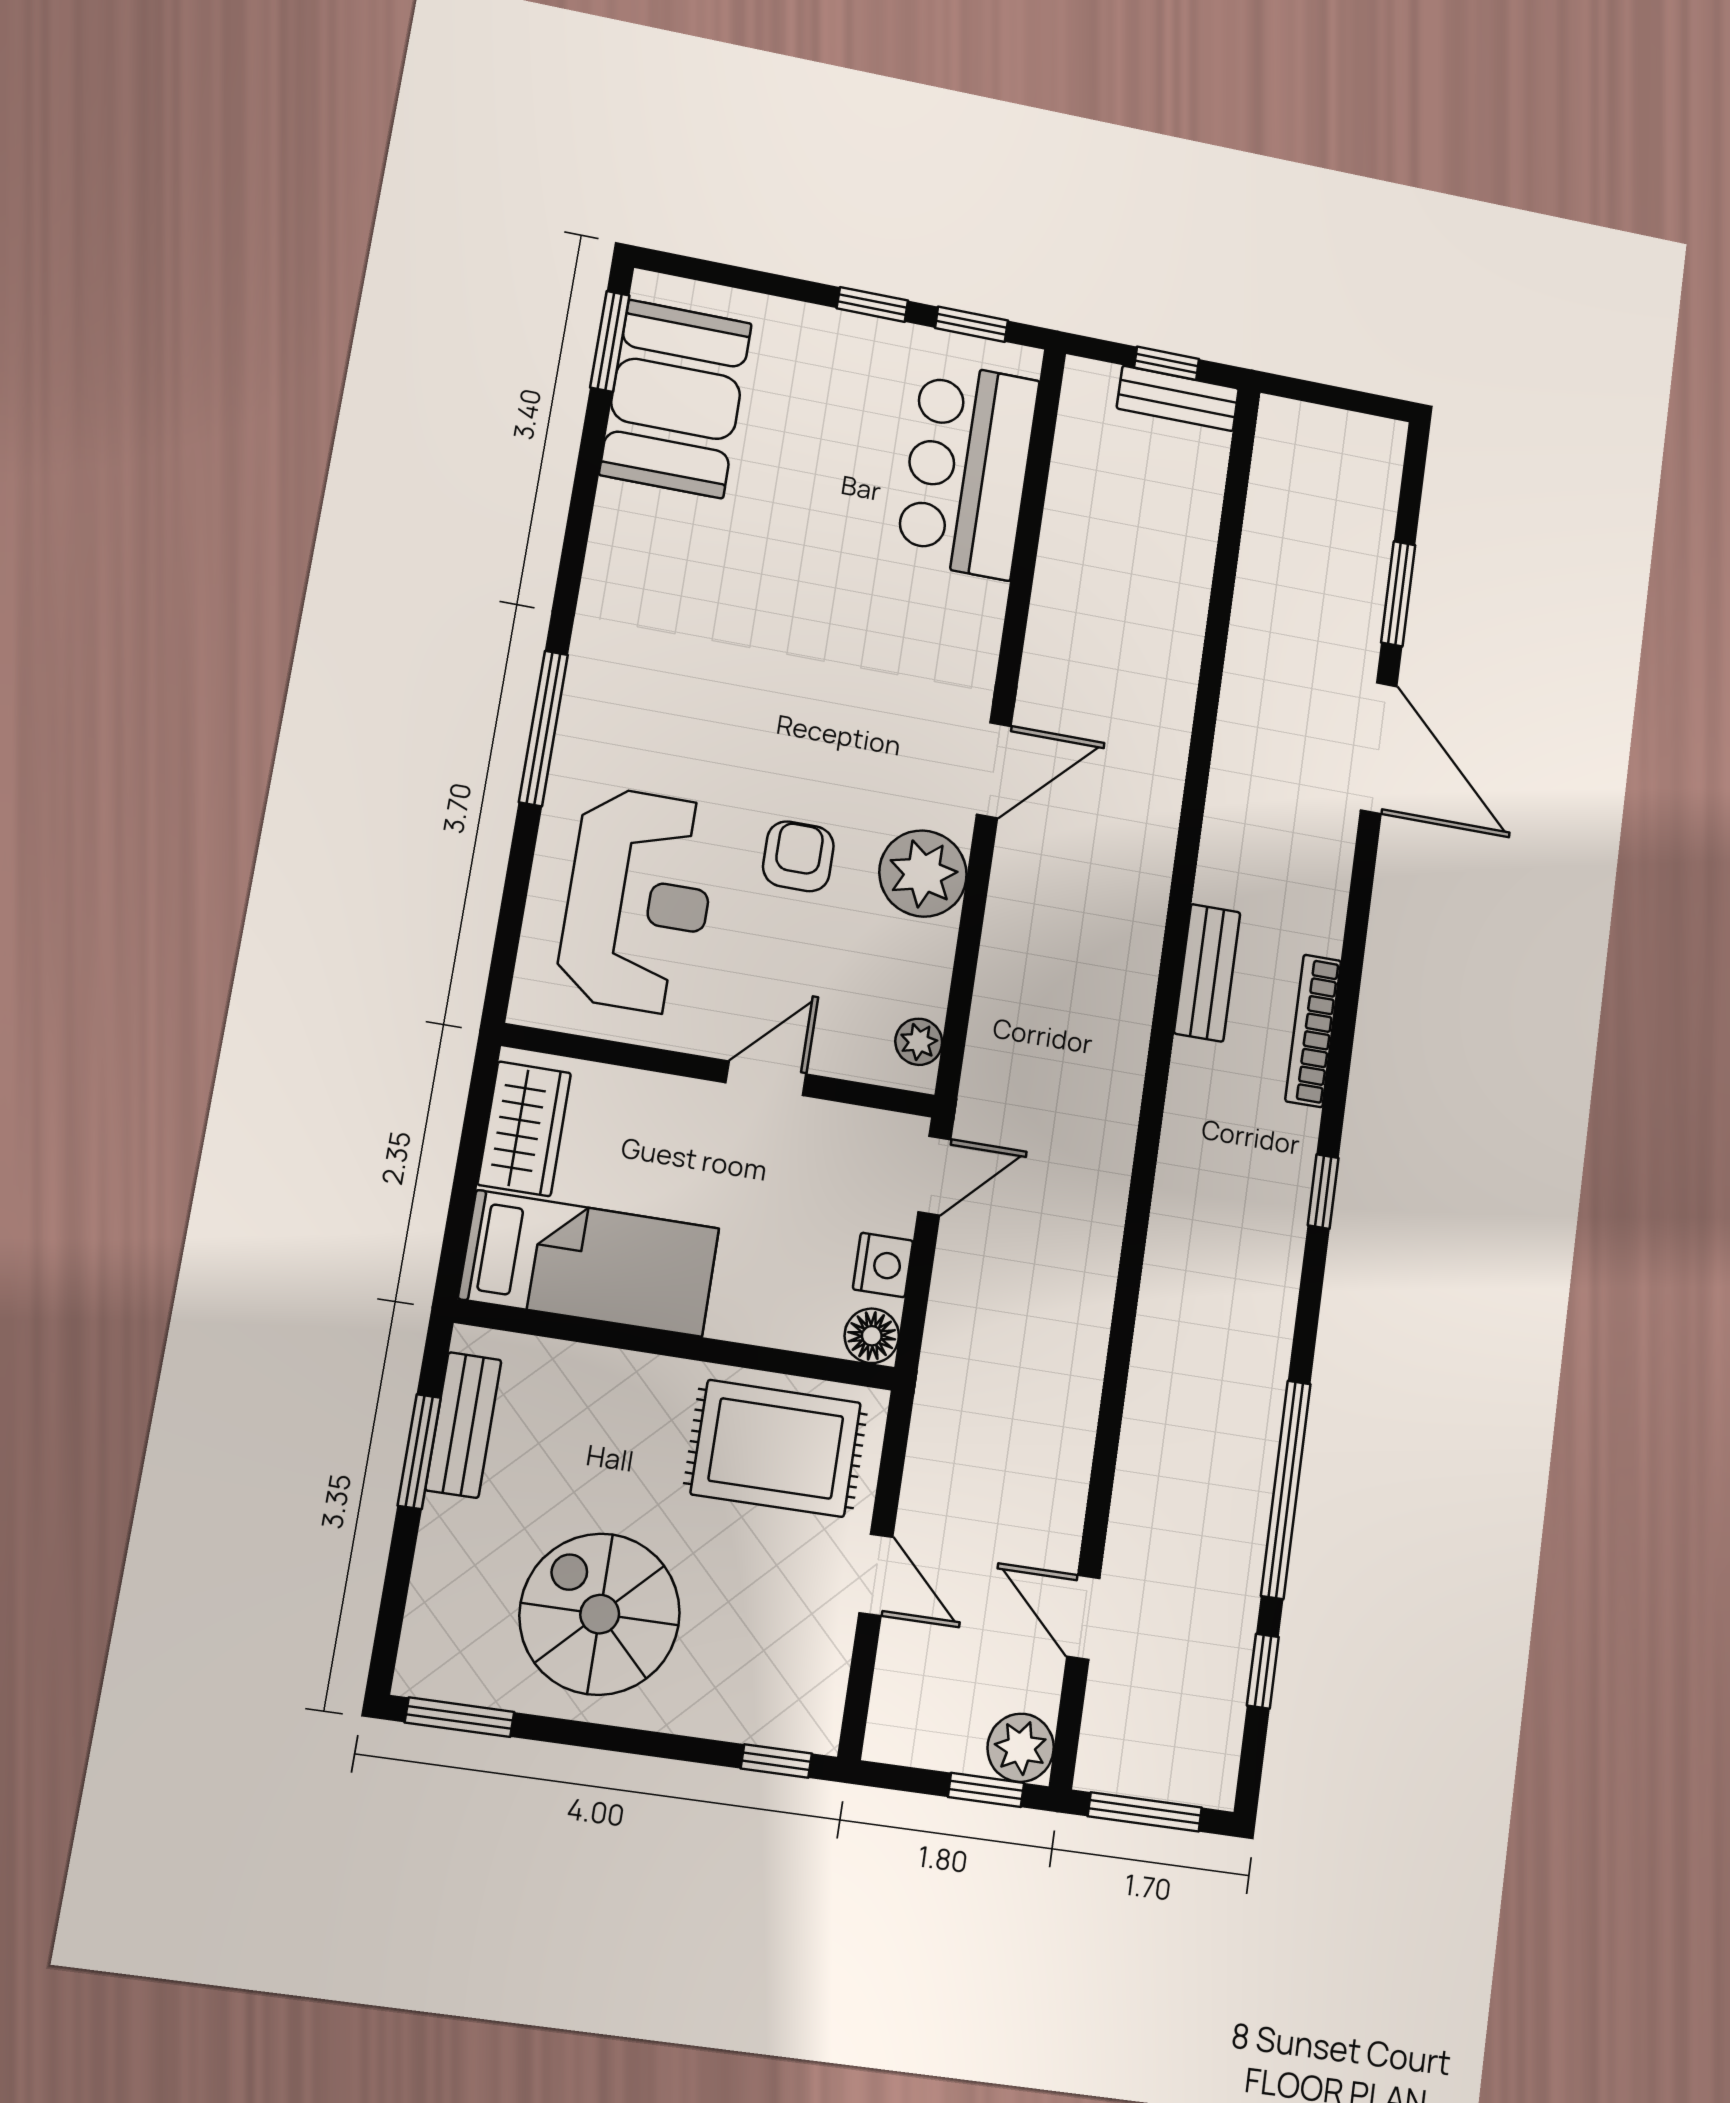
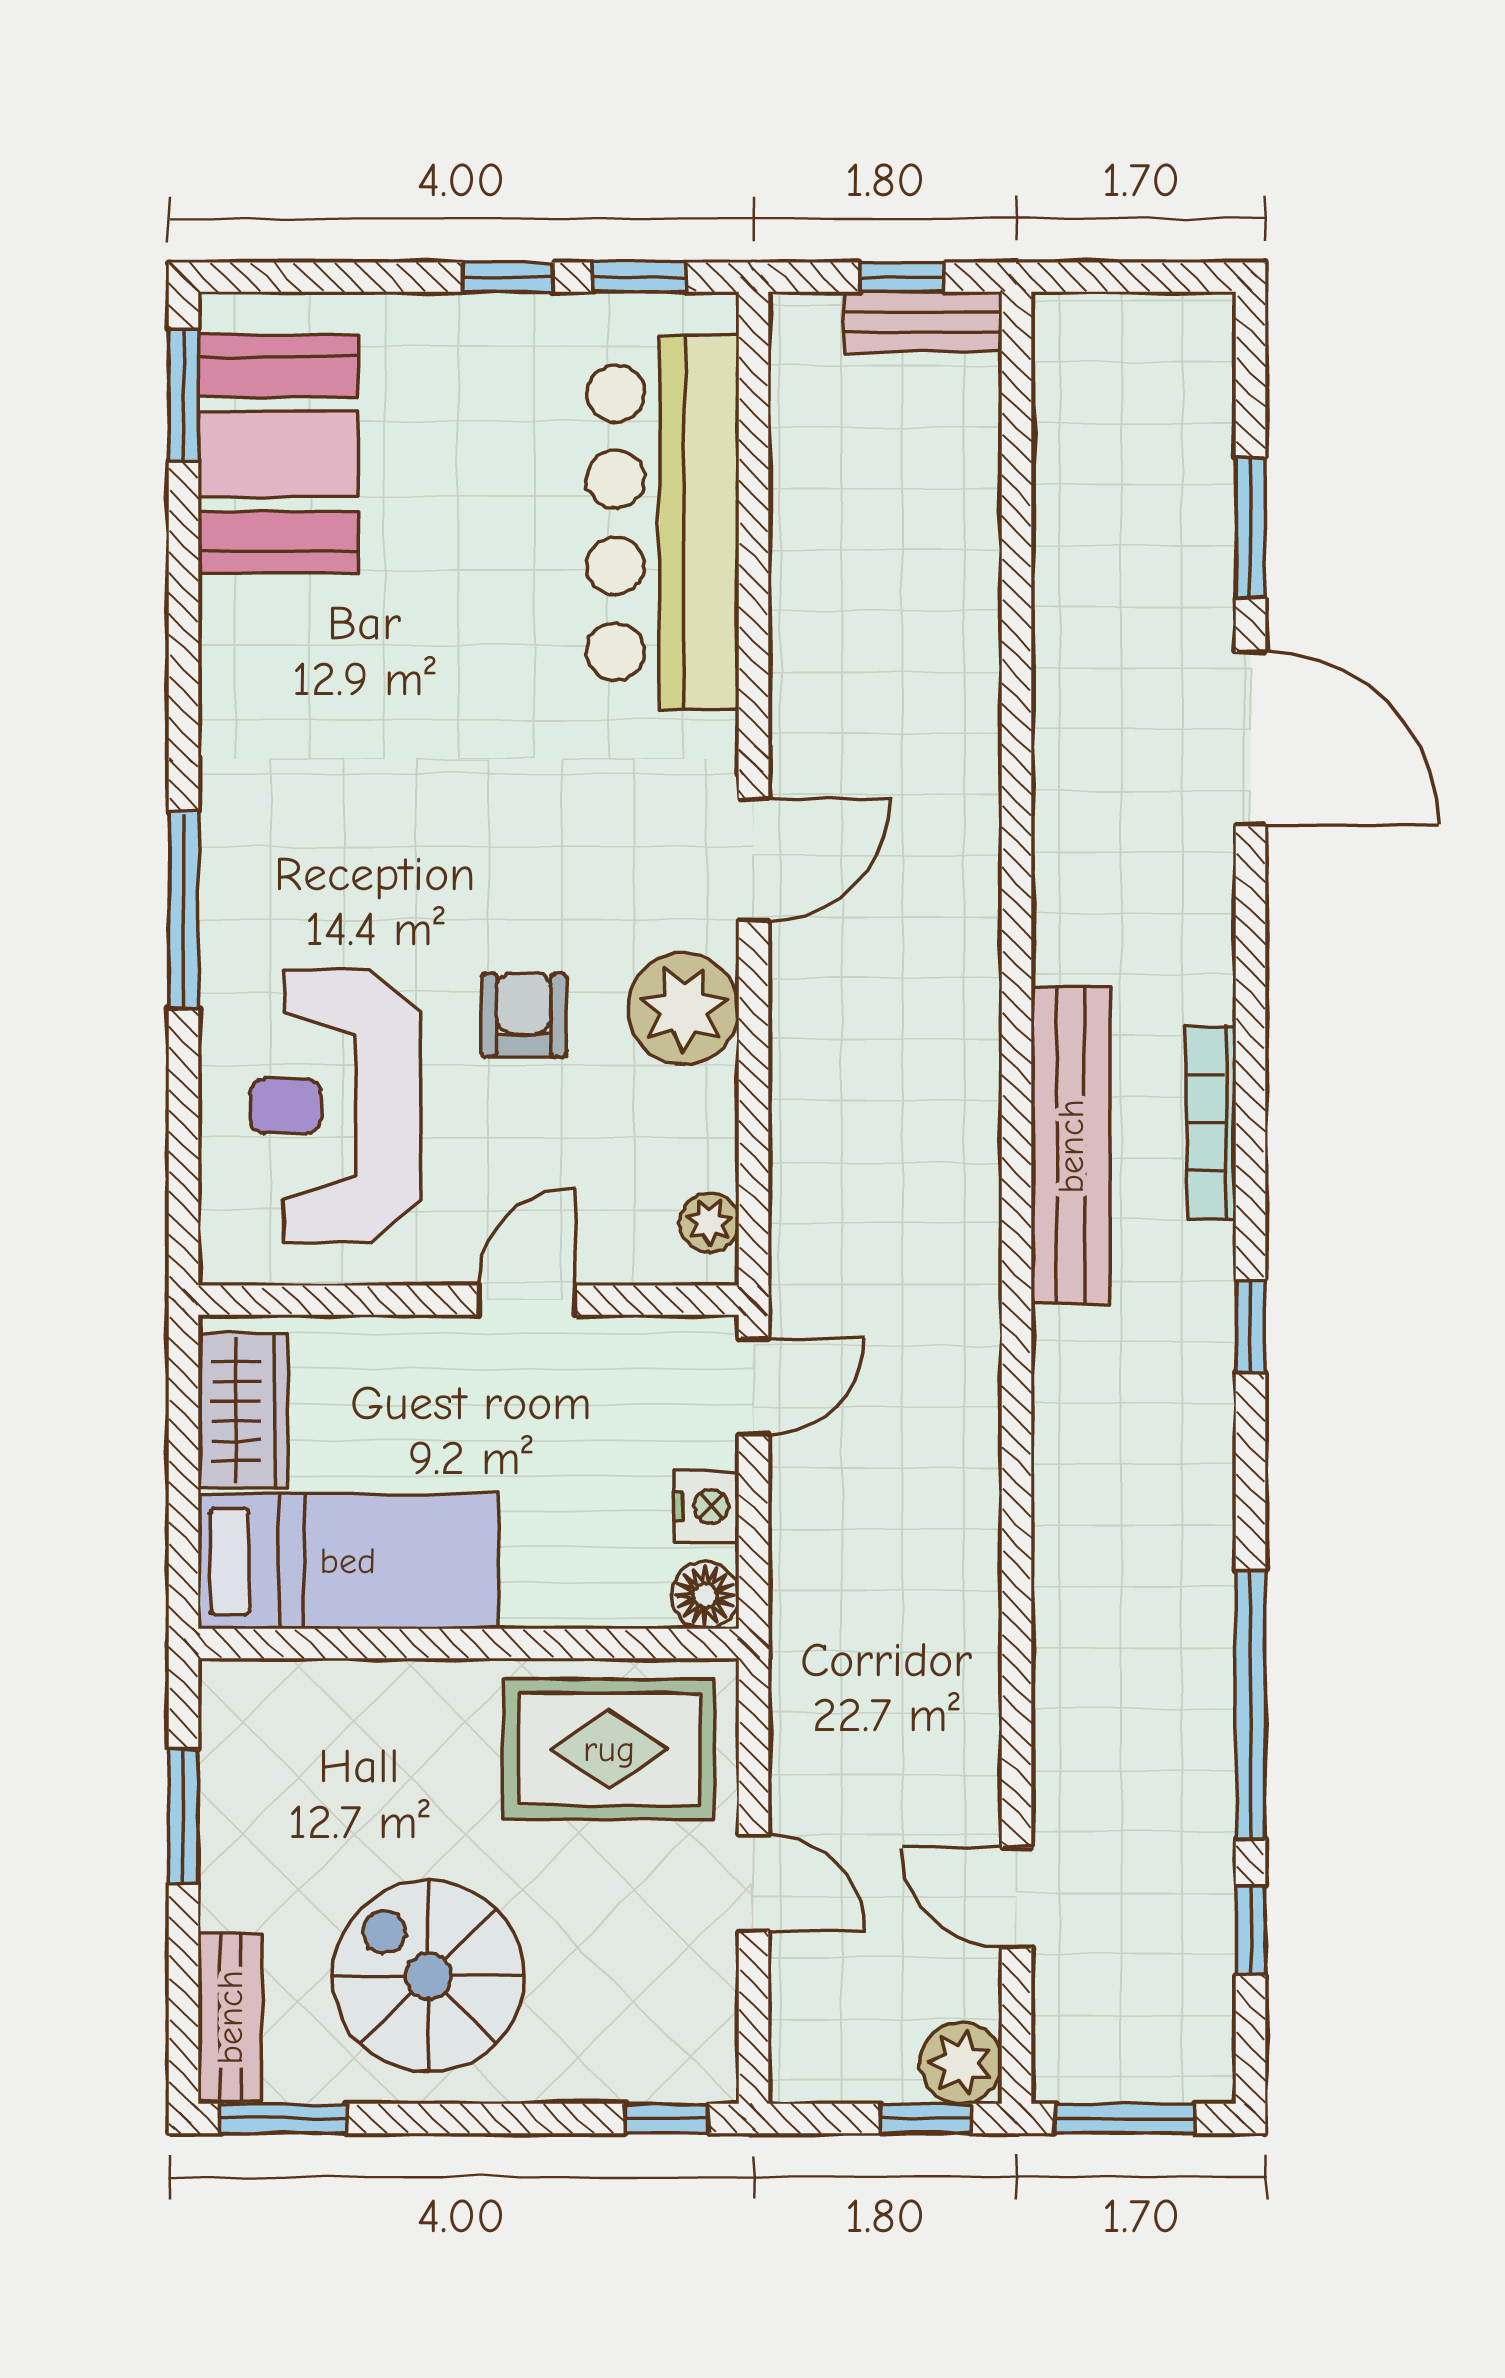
bar counter: (967, 470) -> (663, 523), width x1.36
reception desk: (638, 901) -> (335, 1106), turned 180
bench: (1207, 973) -> (1071, 1146), width x1.86, depth x1.21
bench: (463, 1425) -> (230, 2017), moved

